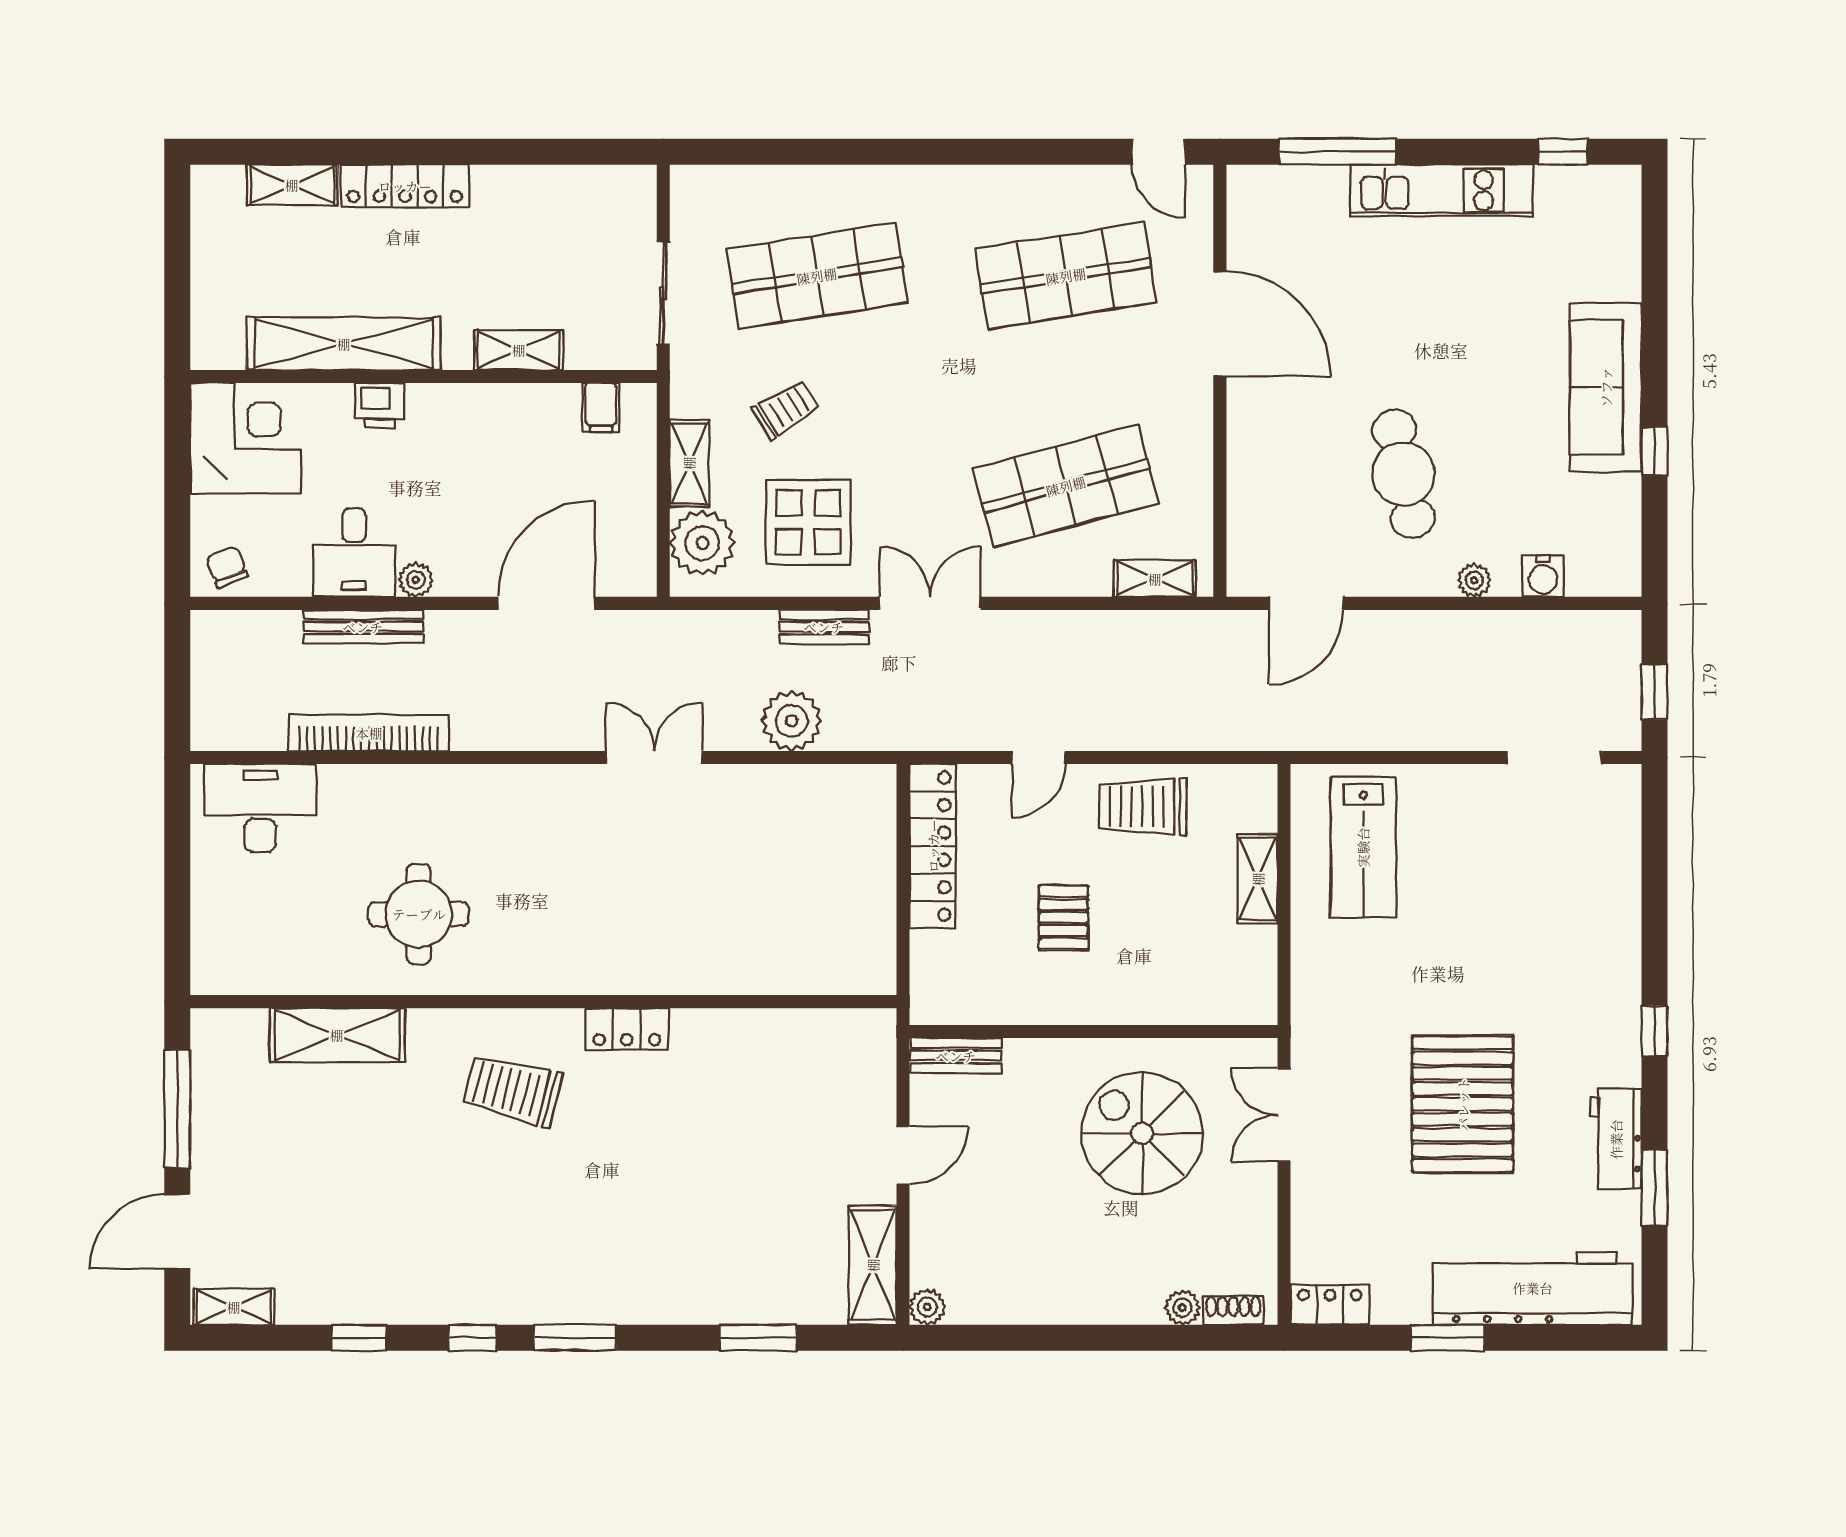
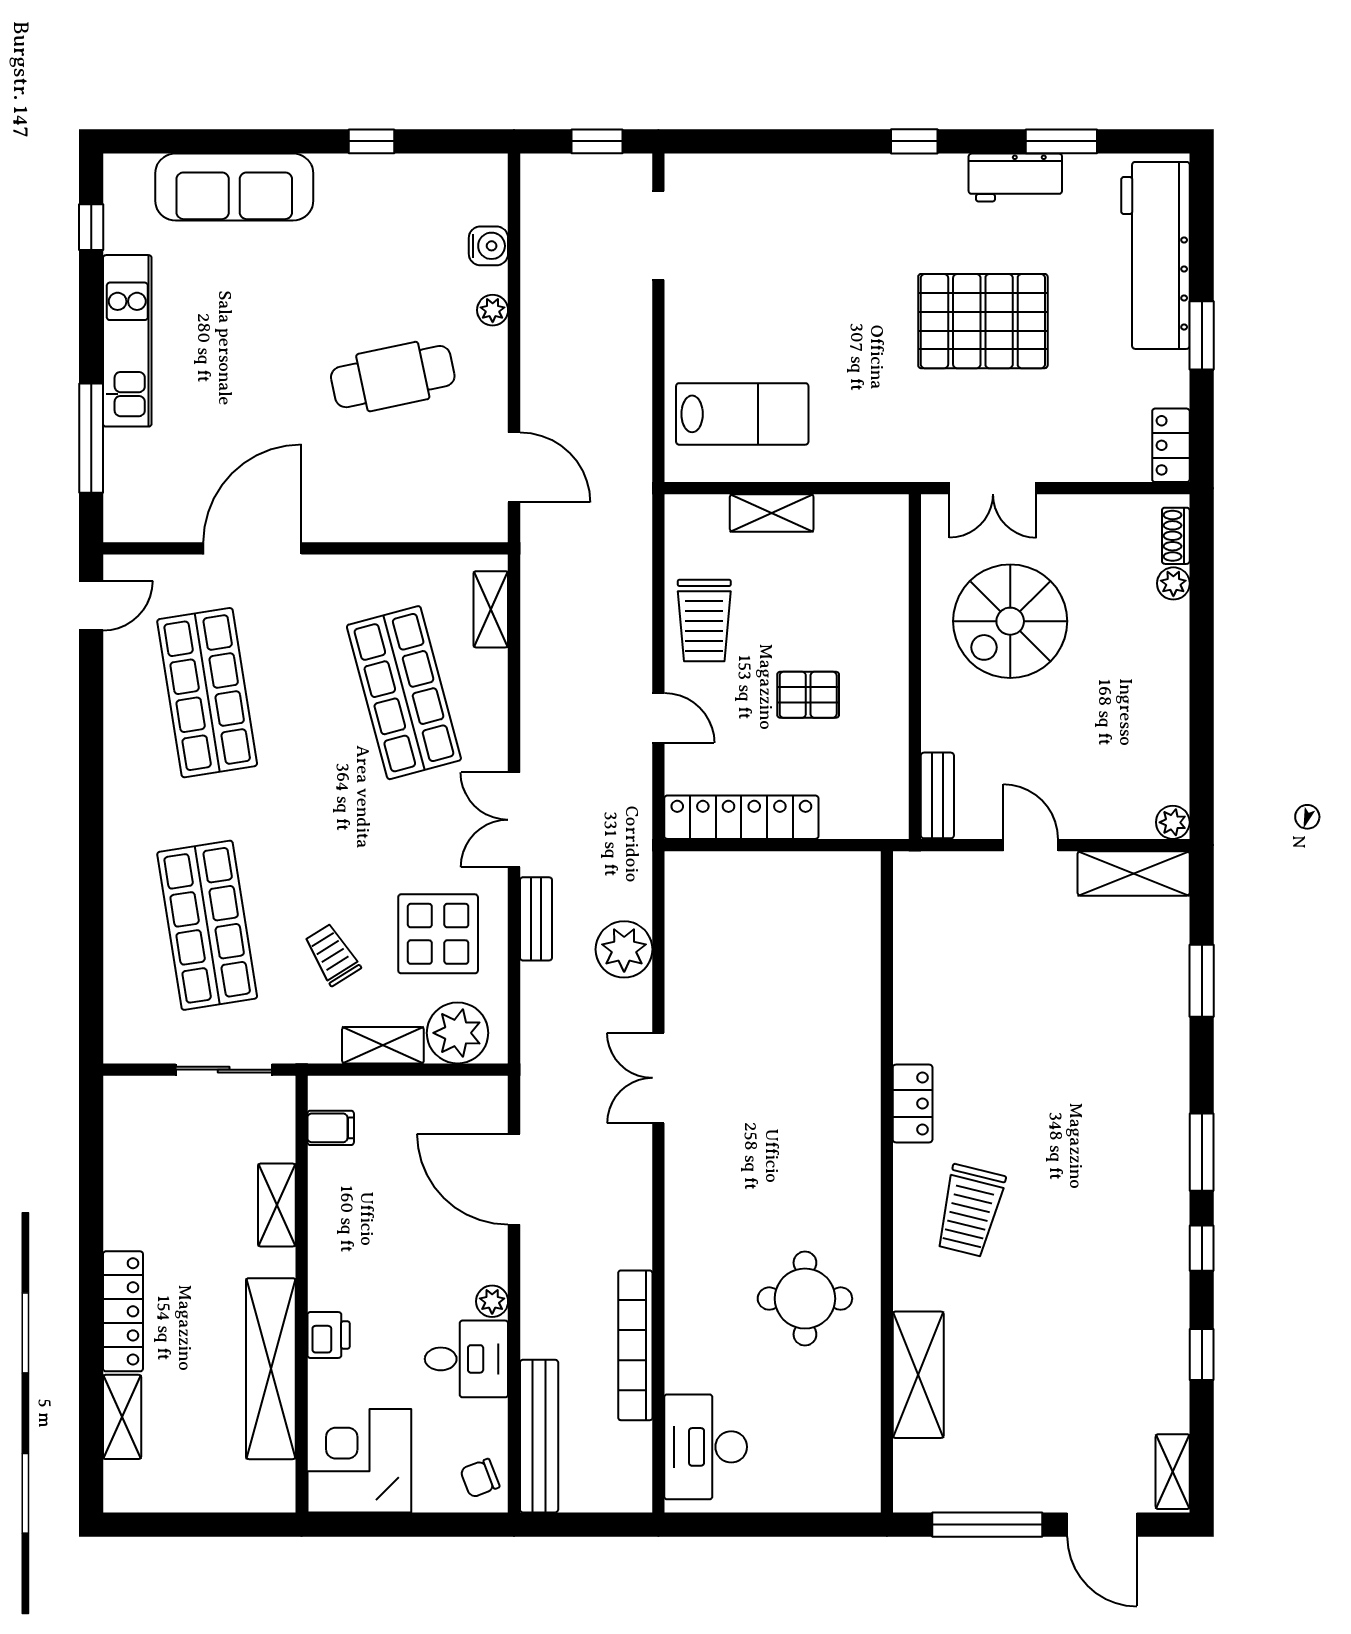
sofa: (1606, 387) -> (234, 187), moved
bench: (363, 627) -> (539, 1436), moved, width x1.37, depth x1.21

